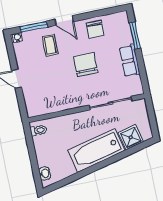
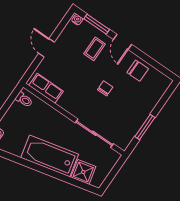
chair: (95, 29) -> (138, 71), turned -90
window: (135, 36) -> (145, 127), moved
row of seats: (130, 61) -> (46, 88), moved, turned 90
chair: (86, 65) -> (105, 88), width x0.54, depth x0.54

